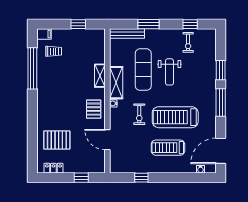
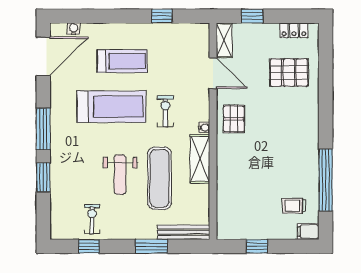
weight bench: (169, 72) -> (120, 175), turned 180
shelving: (100, 76) -> (224, 40), moved

